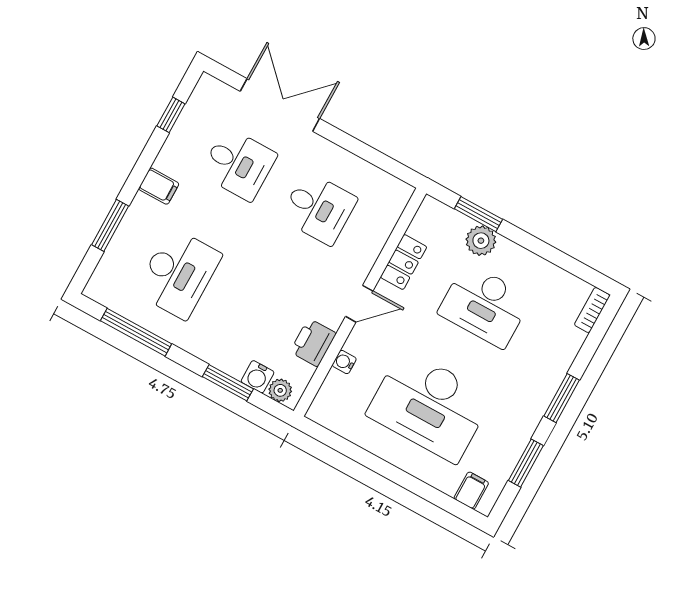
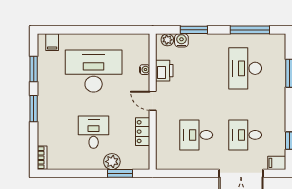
filing cabinet: (159, 186) -> (277, 163), moved
door: (359, 304) -> (153, 101), hinge flipped
desk: (485, 305) -> (94, 132), width x0.73

